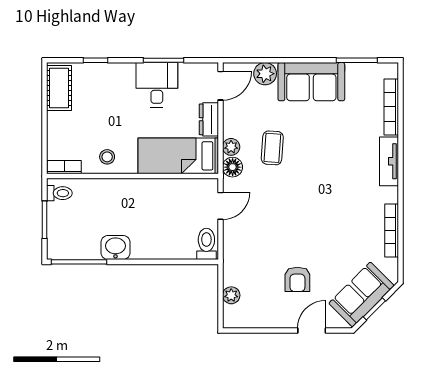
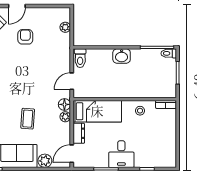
desk: (157, 85) -> (121, 154), moved
cot: (59, 88) -> (169, 152), removed
coffee table: (272, 148) -> (28, 119), moved
toilet: (59, 193) -> (169, 53), moved
washbasin: (115, 248) -> (122, 56), moved

